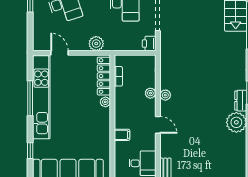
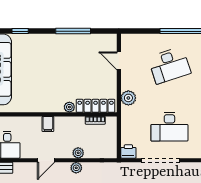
door: (60, 53) -> (119, 61), swing flipped
kitchen unit: (41, 97) -> (74, 42), removed
filing cabinet: (122, 135) -> (48, 124), moved

